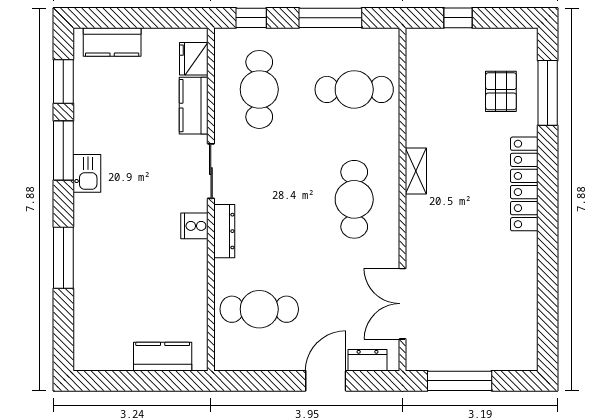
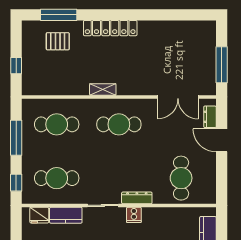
cafe table: (354, 89) -> (57, 124), turned 90

